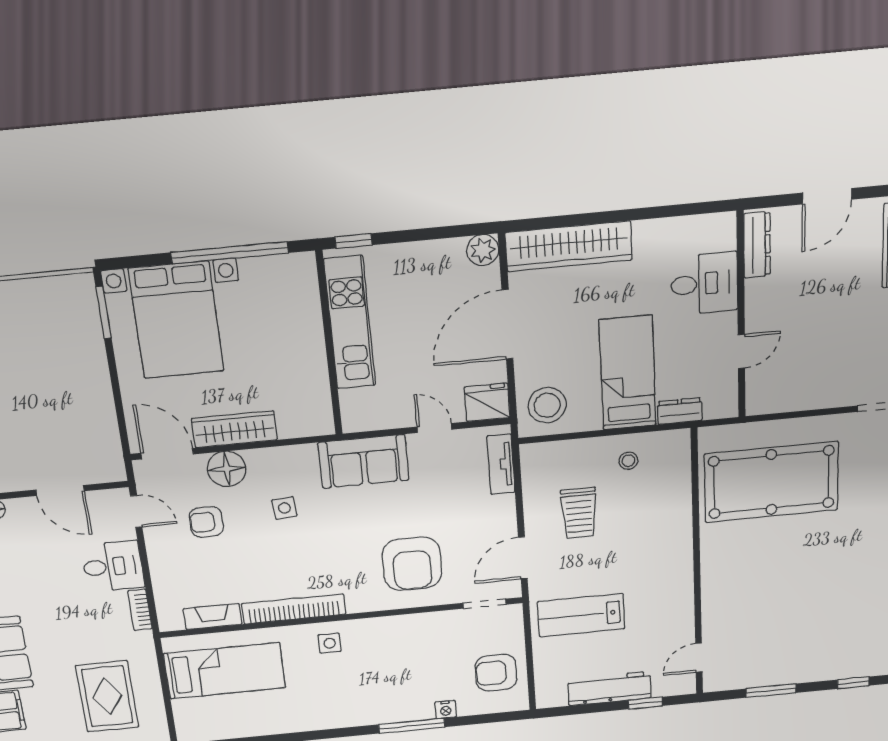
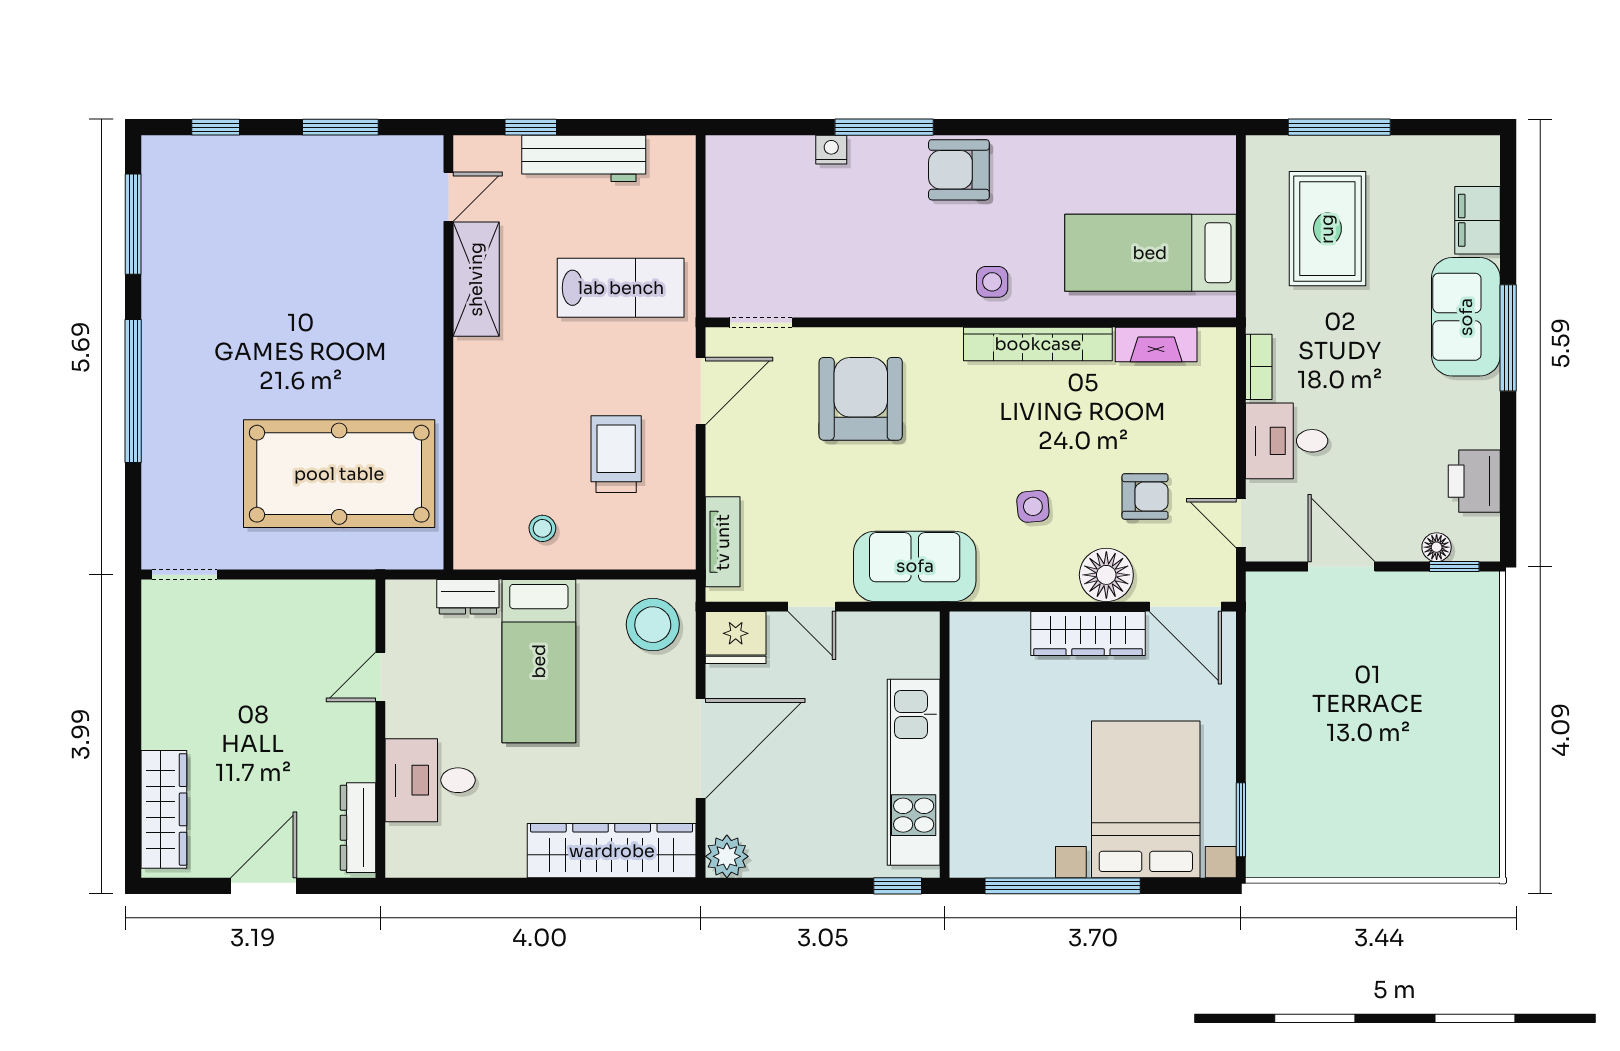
shelving: (679, 611) -> (476, 279), added
armchair: (496, 673) -> (959, 170), moved, turned 180

